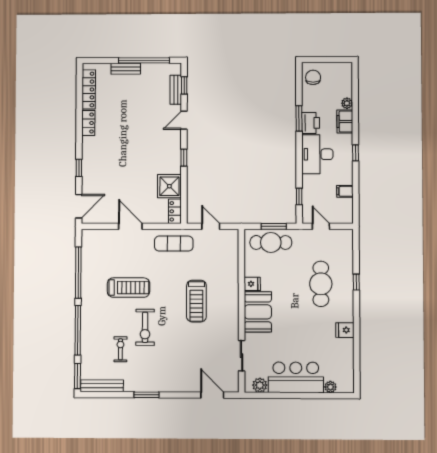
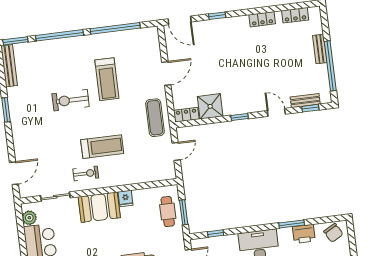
chair: (313, 77) -> (333, 233), turned 61
locker: (89, 89) -> (295, 15), width x0.66
printer: (311, 123) -> (304, 234), moved
cafe table: (271, 242) -> (168, 211), width x0.73, depth x0.74
treadmill: (196, 301) -> (102, 147), turned 180
exercise bike: (120, 349) -> (86, 173), moved

